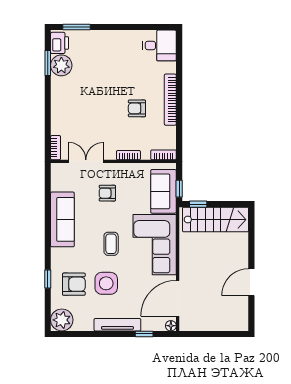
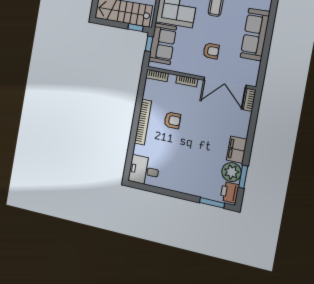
filing cabinet: (60, 91) -> (237, 150), added
double door: (86, 161) -> (225, 83), width x1.37

